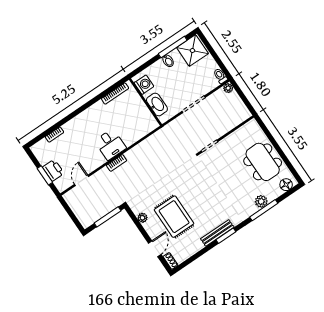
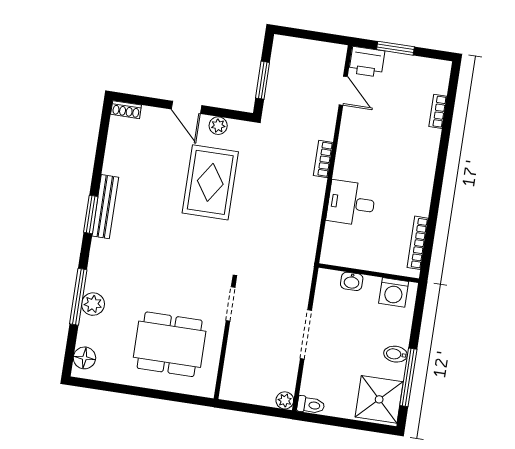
washbasin: (157, 104) -> (352, 281), width x0.52, depth x0.69
desk: (110, 144) -> (351, 203), moved
dining table: (263, 162) -> (170, 344), moved
printer: (53, 170) -> (367, 62), moved
window: (108, 217) -> (263, 80), width x0.69
rug: (174, 217) -> (210, 182), moved, turned 90
door: (155, 249) -> (187, 107), moved

